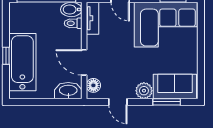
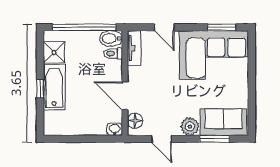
shower: (19, 22) -> (54, 52), added
bathtub: (22, 62) -> (54, 87), width x0.73, depth x0.73
washbasin: (68, 91) -> (115, 129), width x0.52, depth x0.69

